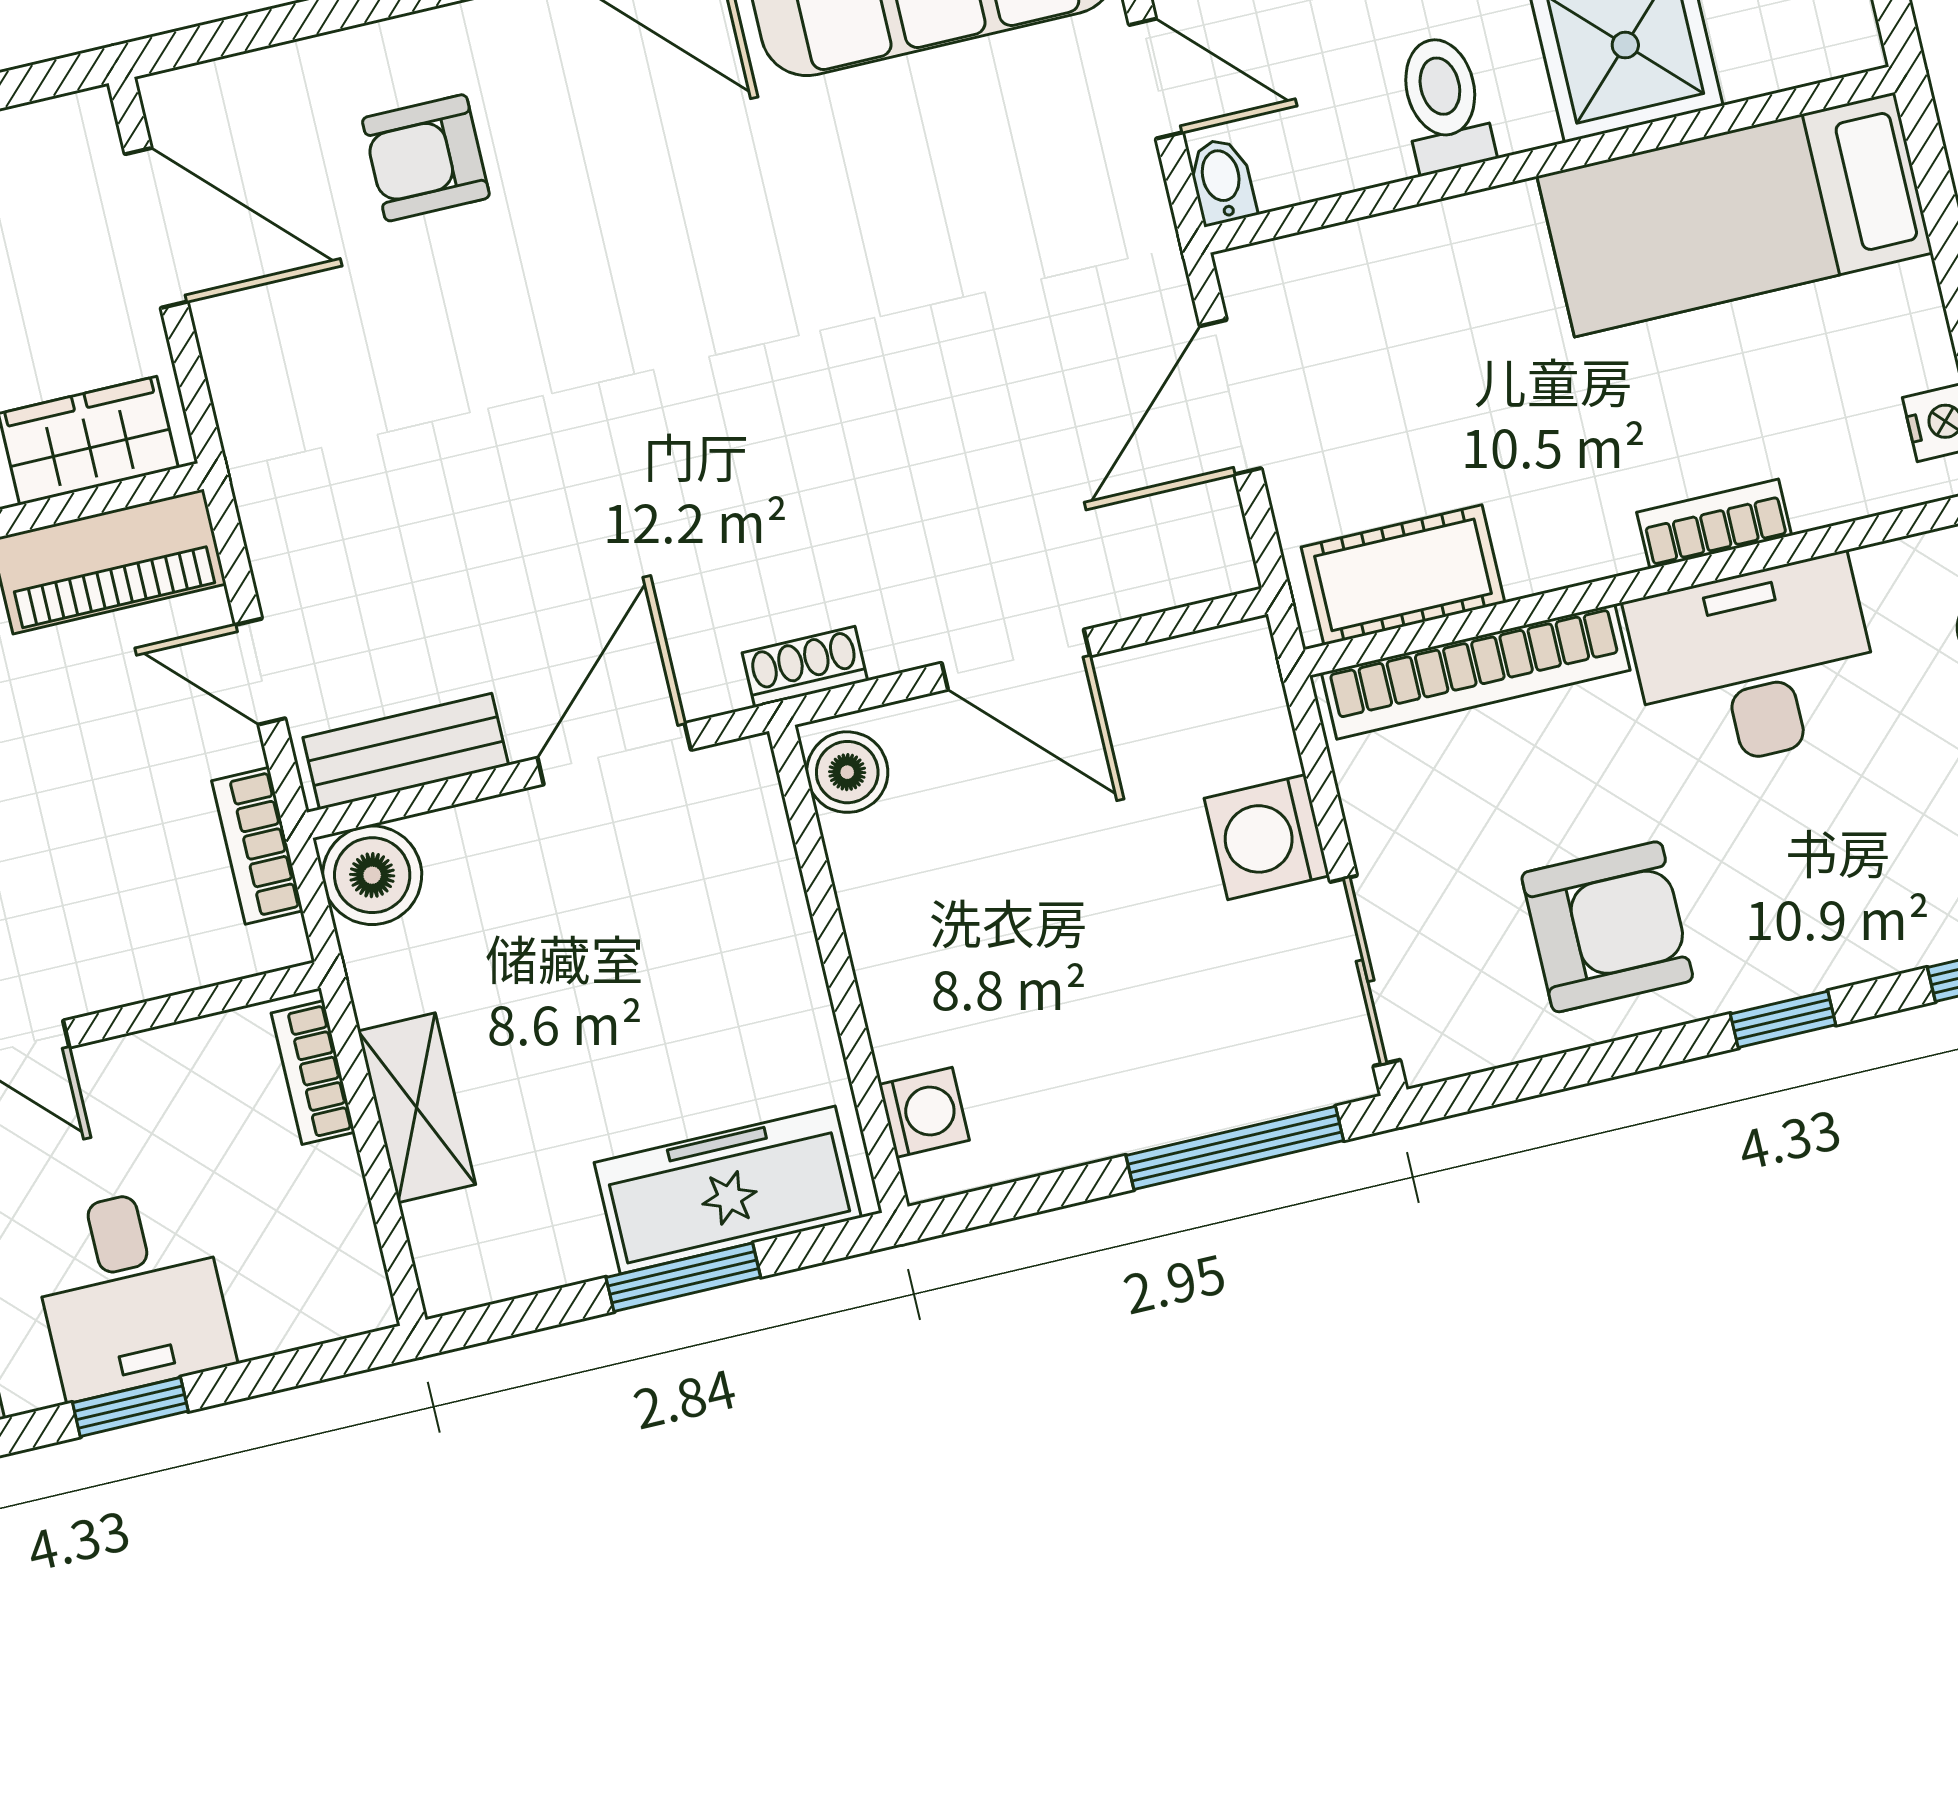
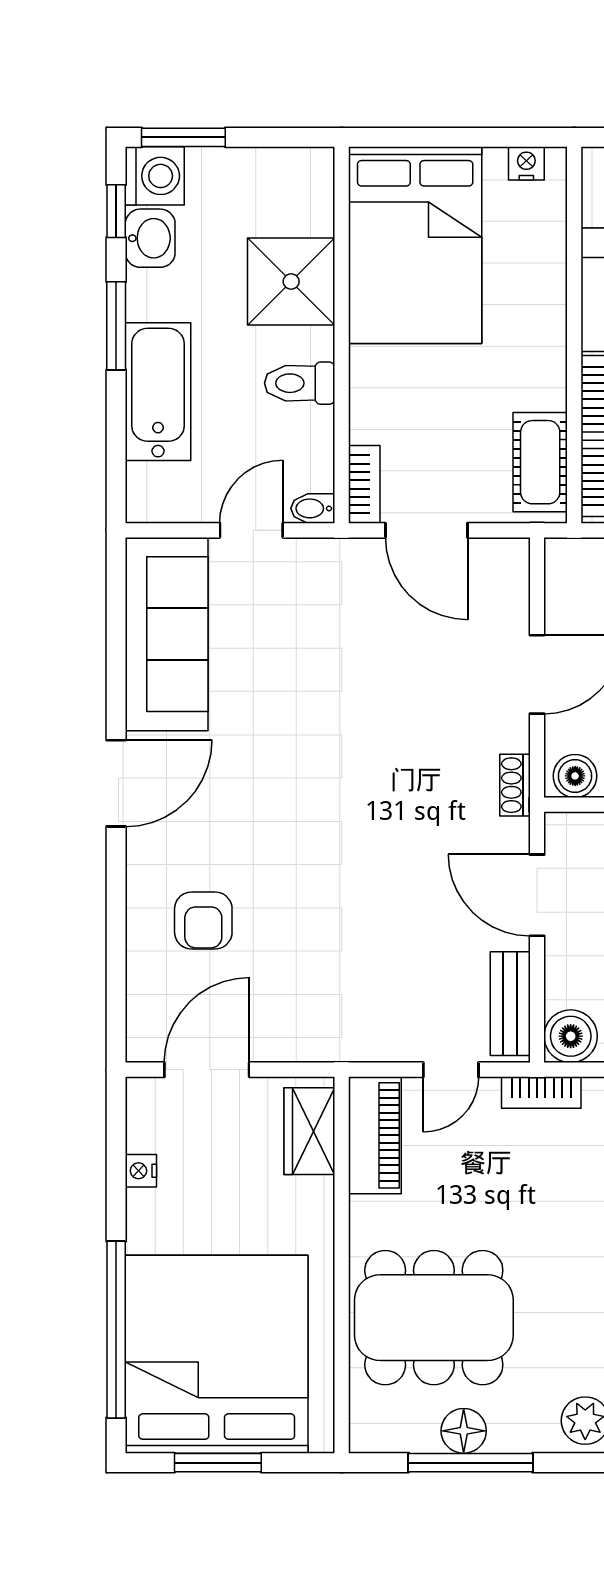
bed: (1735, 215) -> (415, 245), width x1.50
bookcase: (1714, 524) -> (364, 484), moved, turned 180

